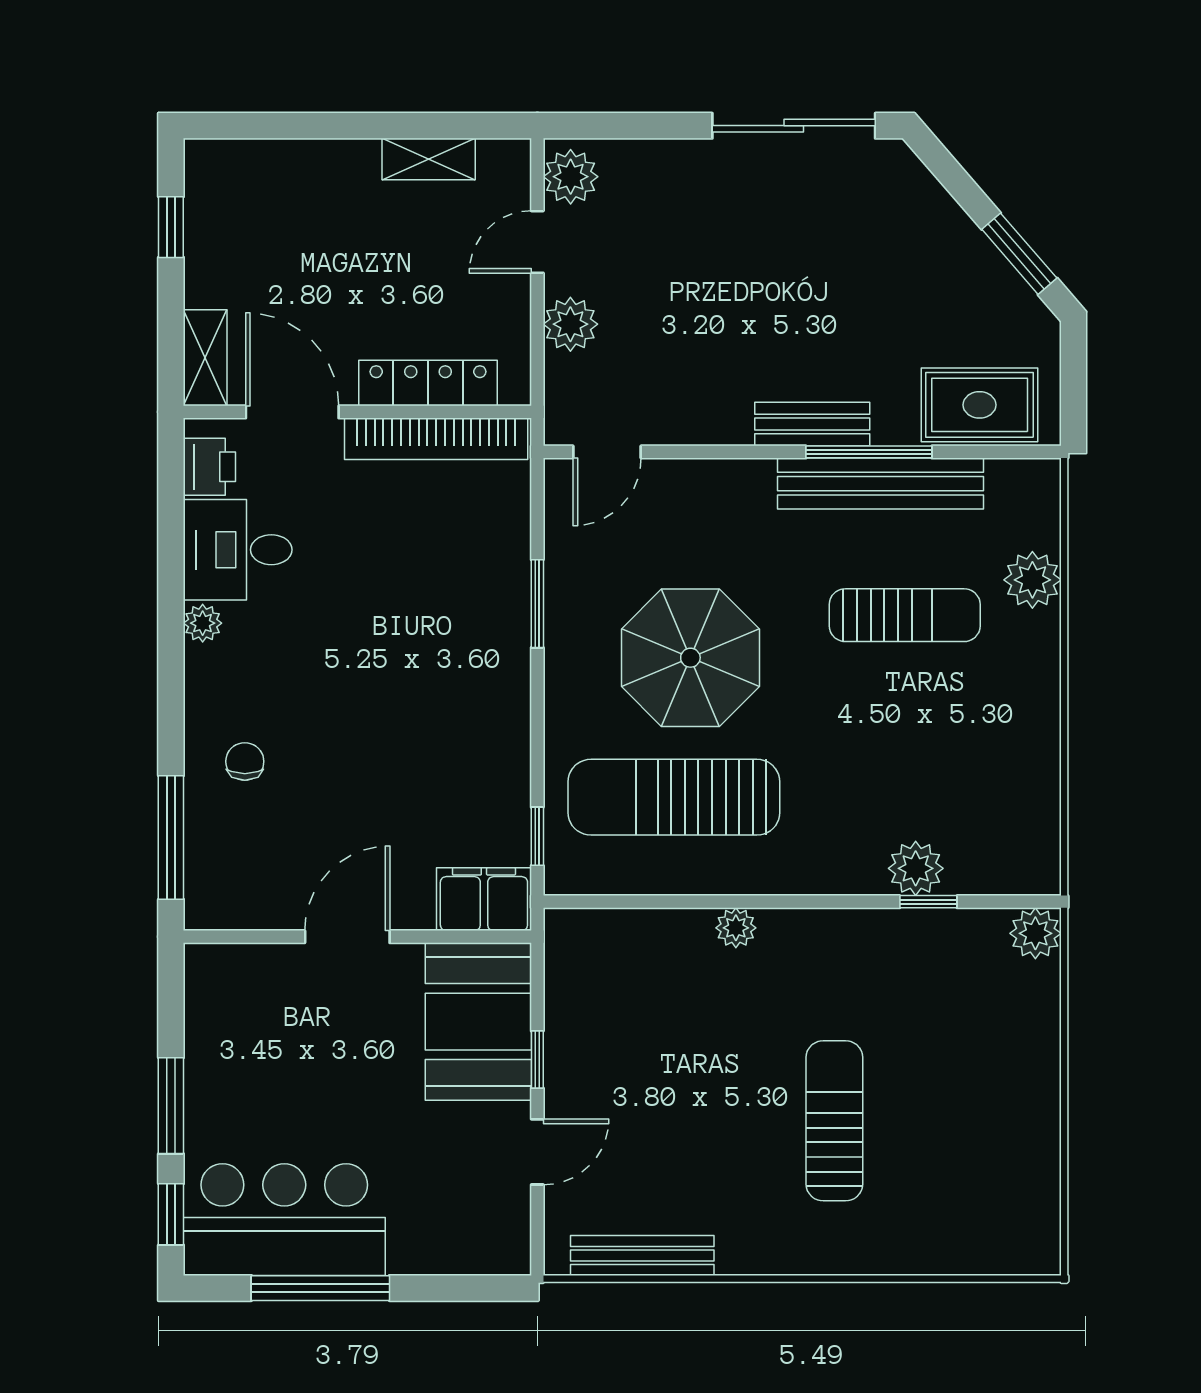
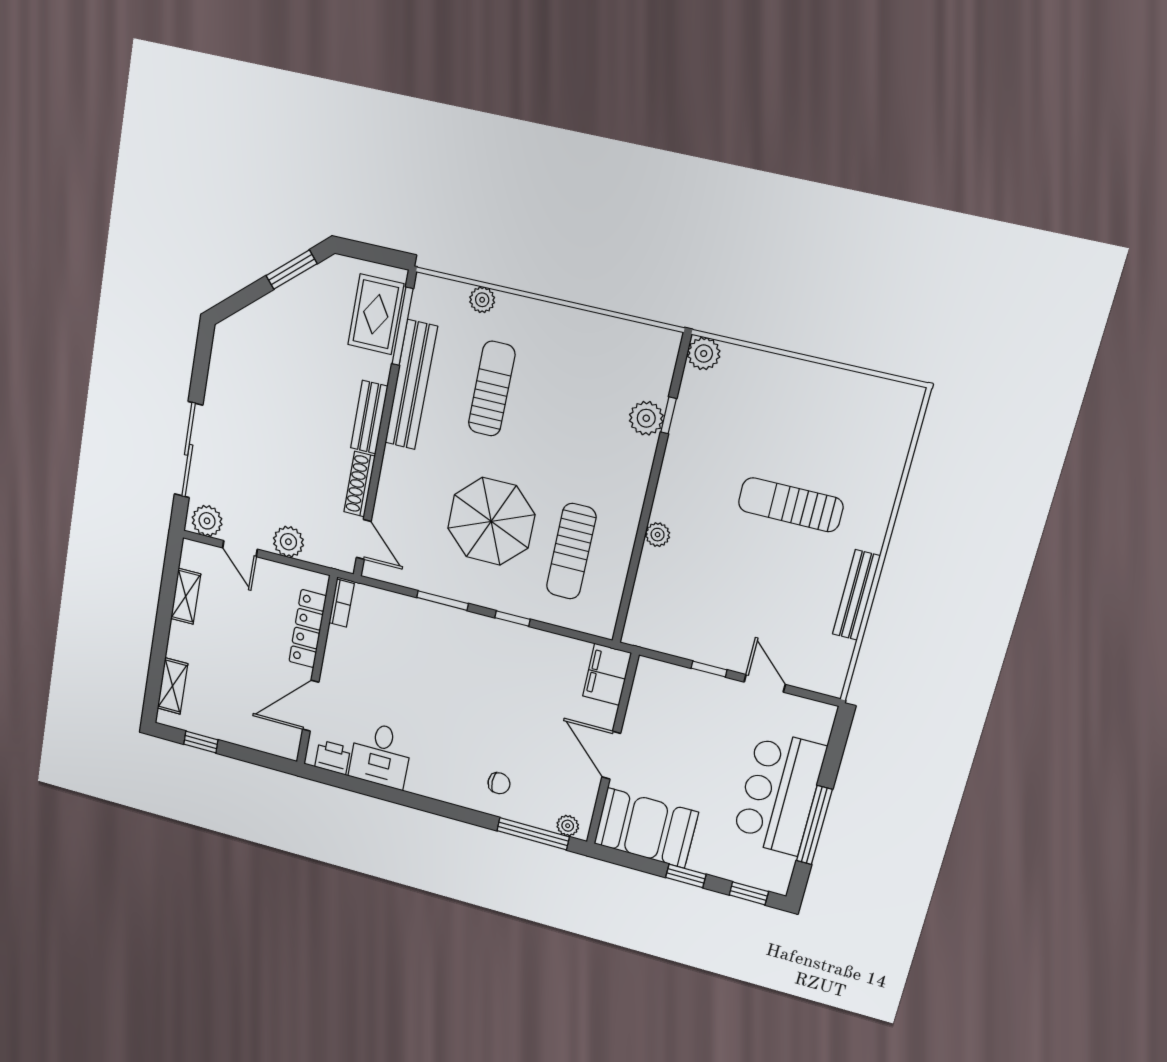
sliding door: (794, 126) -> (189, 450), moved
shelving: (205, 358) -> (172, 686), moved, turned 90
shoe rack: (698, 428) -> (359, 484), added
bookcase: (436, 439) -> (342, 603), width x0.43, depth x0.76
window: (869, 452) -> (402, 326), moved
plant: (1032, 580) -> (482, 300), width x0.73, depth x0.73
plant: (203, 623) -> (568, 826), moved
chair: (245, 761) -> (499, 783), turned 180
sun lounger: (674, 797) -> (571, 551), width x0.73, depth x0.75
window: (537, 836) -> (513, 619), moved
booth: (478, 1022) -> (646, 828), moved
window: (171, 1106) -> (686, 876), width x0.67
bar counter: (284, 1220) -> (779, 793), moved
bench: (642, 1255) -> (856, 595), moved

